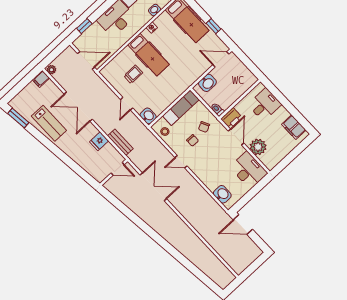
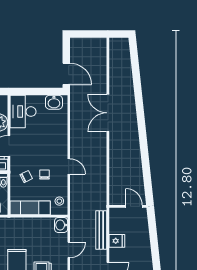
bench: (120, 142) -> (101, 230), width x1.36
door: (118, 169) -> (134, 206), moved
double door: (153, 187) -> (108, 113), moved
washbasin: (222, 194) -> (54, 102), moved, turned -90

